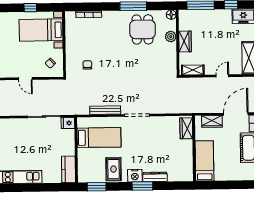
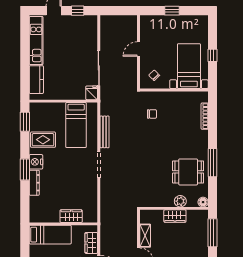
shelving: (193, 70) -> (145, 236), moved
wardrobe: (186, 128) -> (71, 216), moved
kitchen counter: (68, 169) -> (36, 80), moved, turned 90

